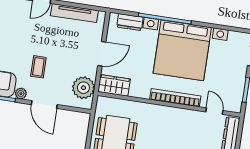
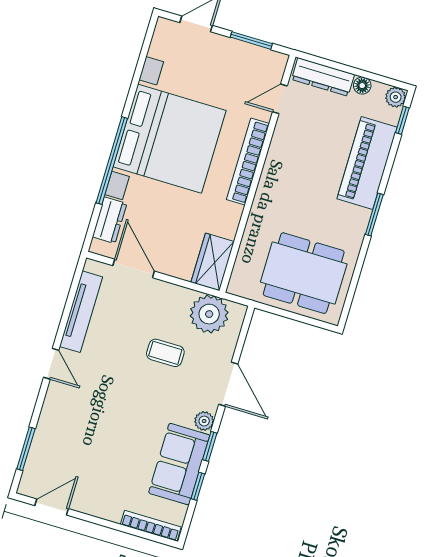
door: (102, 54) -> (134, 268), moved
coffee table: (38, 67) -> (165, 353), moved
door: (44, 105) -> (228, 384), hinge flipped

